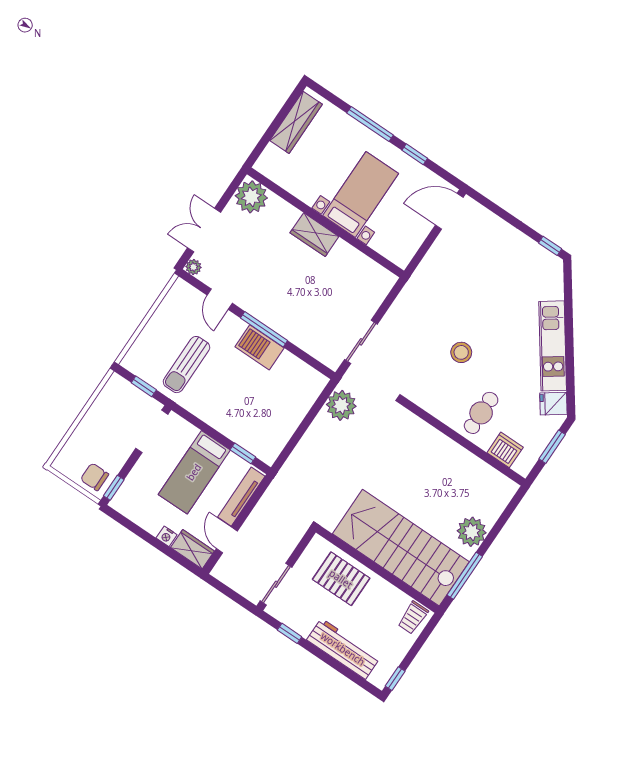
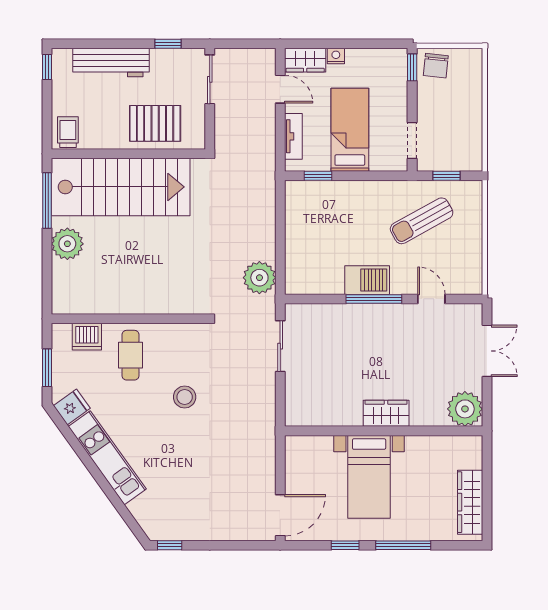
plant: (193, 267) -> (474, 312), removed
sun lounger: (187, 365) -> (422, 221), turned -119
doorway: (152, 431) -> (412, 141), width x0.73
chair: (95, 477) -> (436, 66), turned 96
tv unit: (241, 497) -> (293, 136), width x0.71

